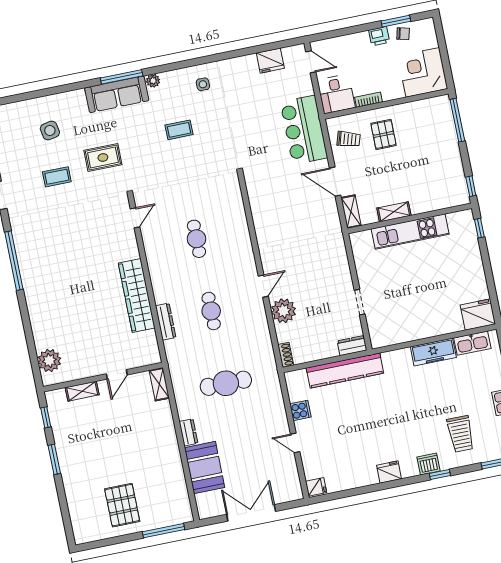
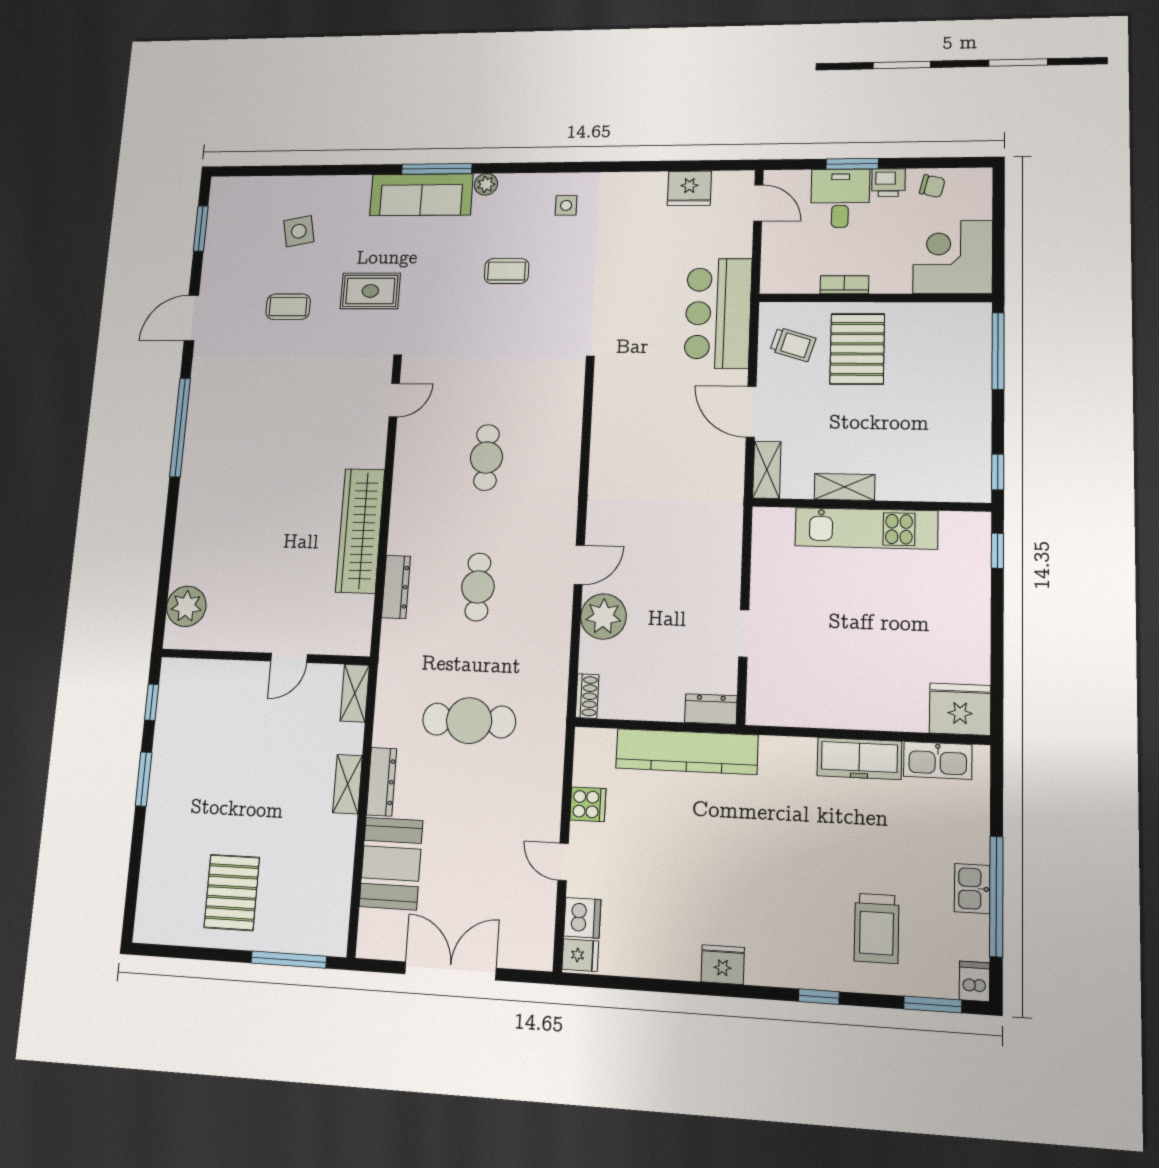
window: (396, 21) -> (852, 164), moved
desk: (336, 94) -> (840, 198), moved, turned 180
pallet: (384, 134) -> (857, 349), width x1.50, depth x1.42
shelving: (82, 391) -> (347, 784), moved, turned 90
dresser: (188, 432) -> (382, 782), width x1.44
dishwasher: (429, 464) -> (582, 918), moved, turned 90

